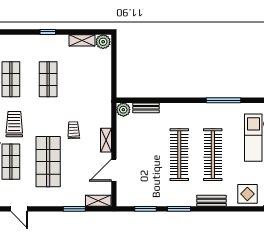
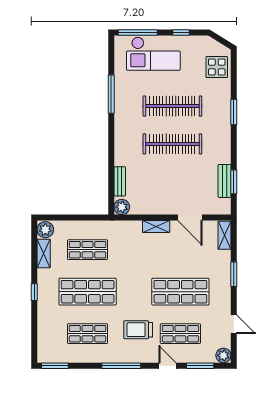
shop shelf: (48, 79) -> (88, 292), width x1.43, depth x1.36
shop shelf: (85, 79) -> (88, 250), added
trolley: (73, 130) -> (145, 263), removed
bench: (212, 201) -> (224, 181), moved
door: (19, 209) -> (234, 324), hinge flipped
window: (74, 209) -> (234, 274), moved
window: (179, 209) -> (234, 112), moved

